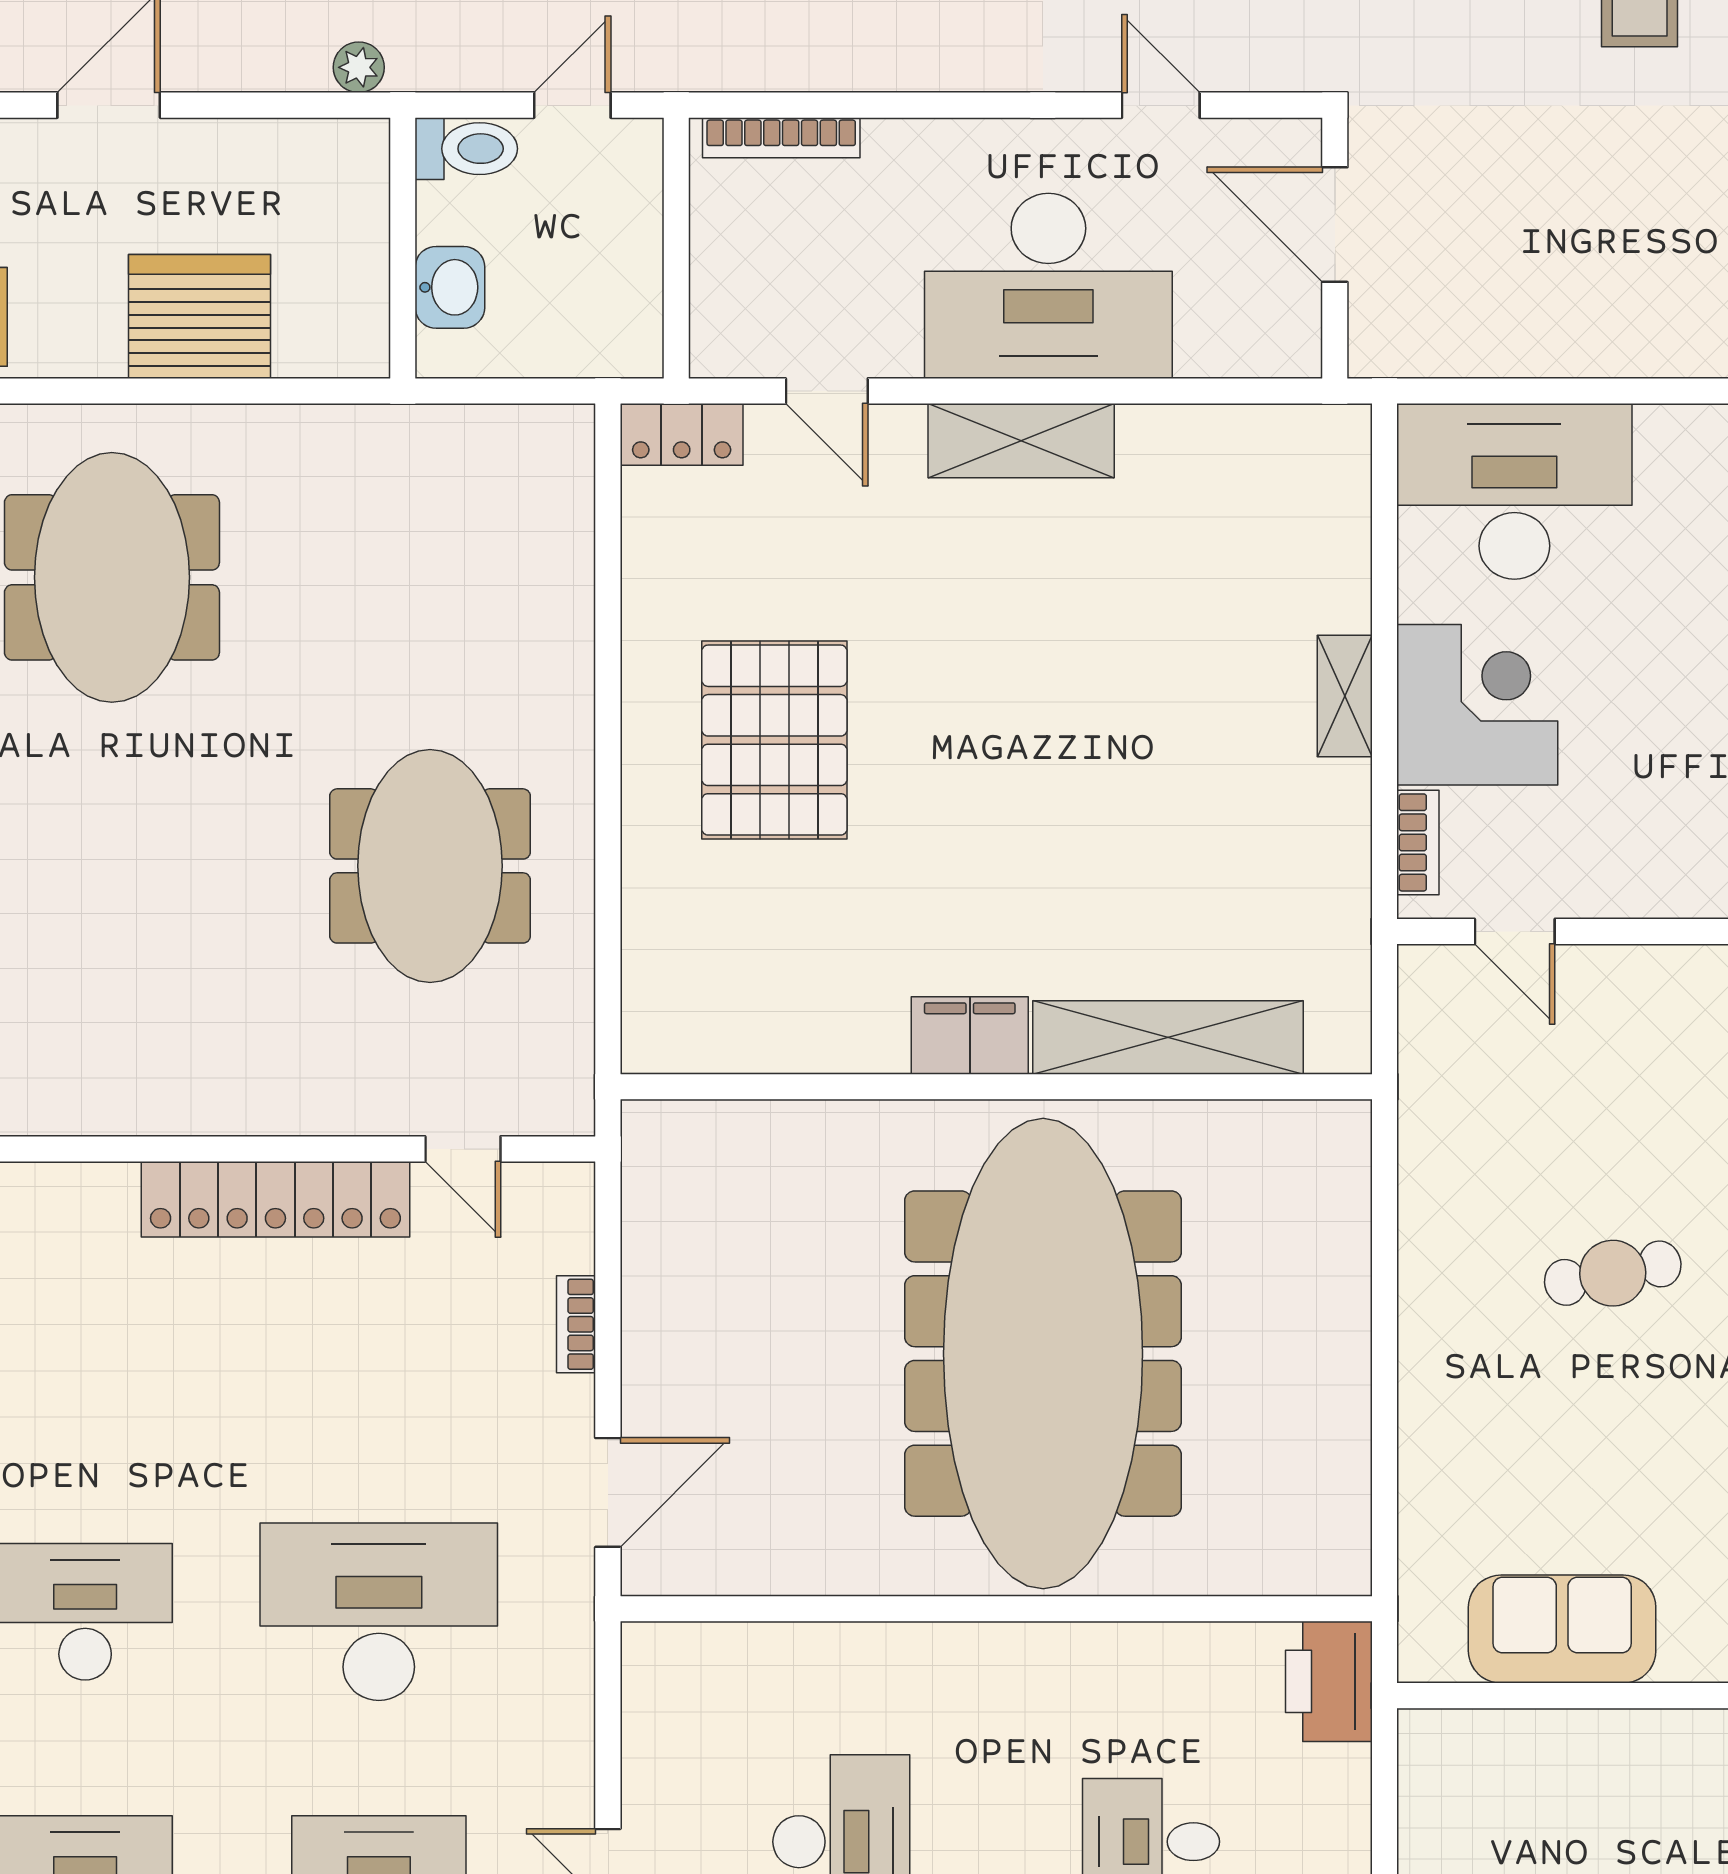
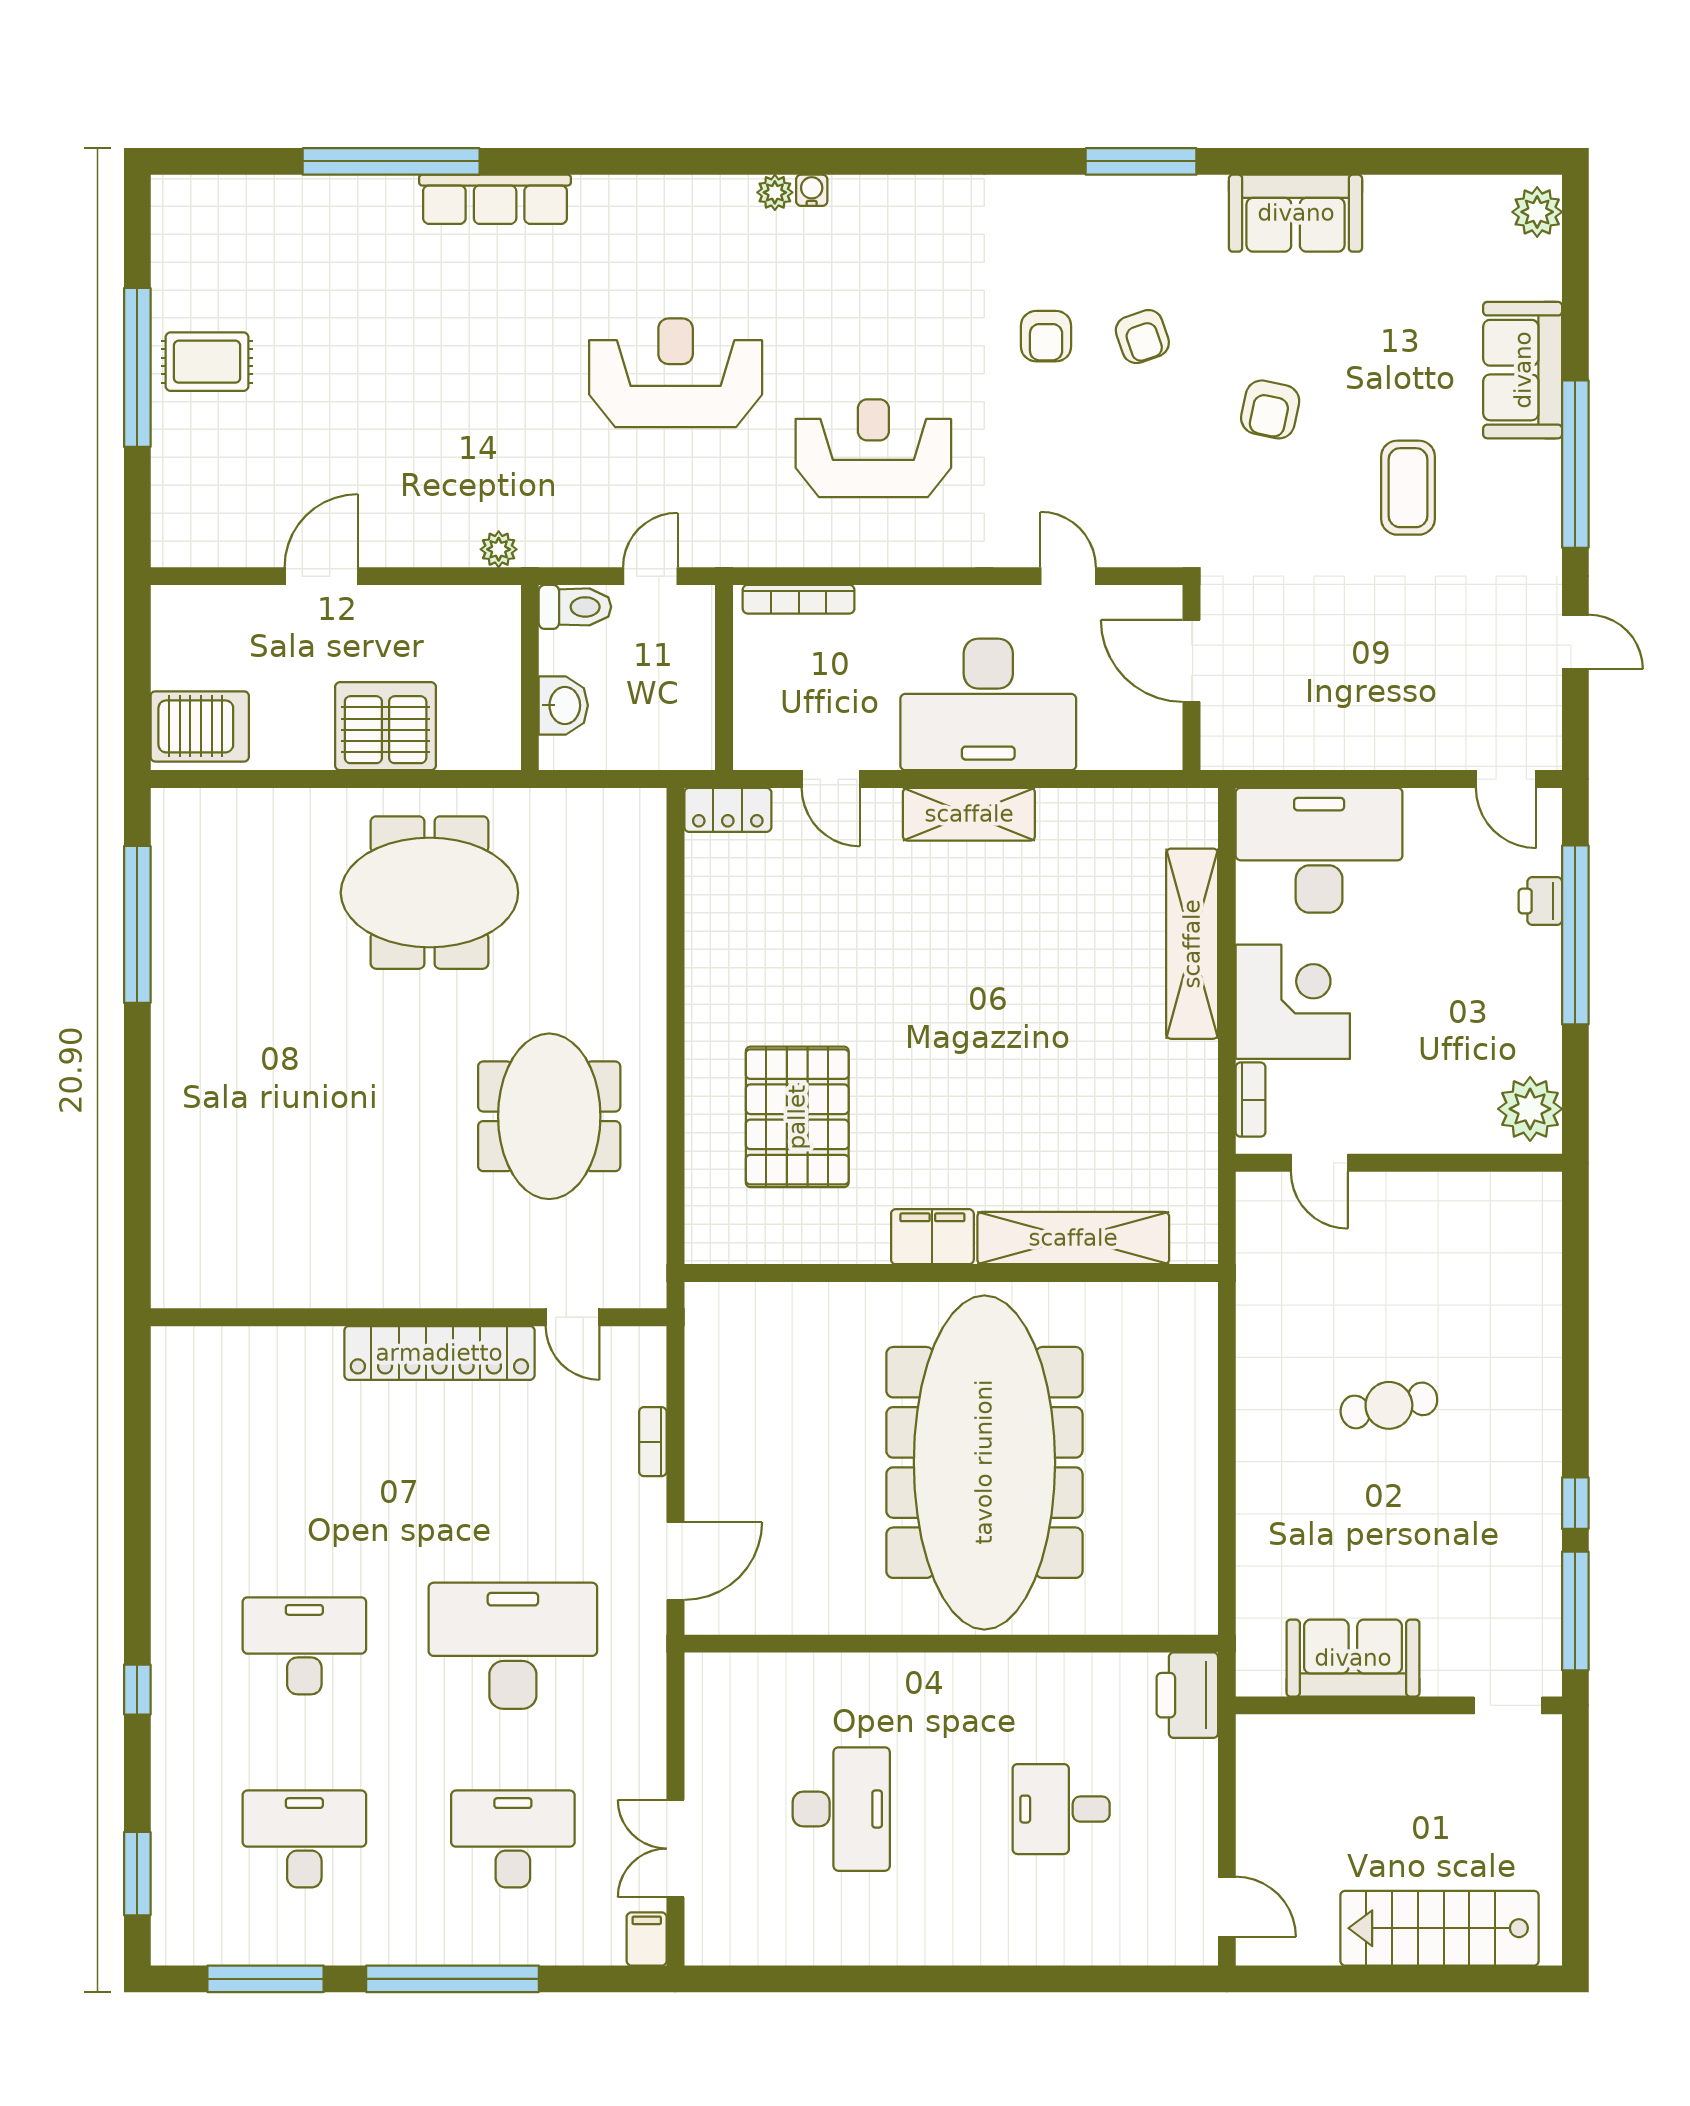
meeting table: (112, 577) -> (429, 893), moved, turned 90
shelving: (1345, 696) -> (1192, 944), width x2.20, depth x1.33
pallet: (774, 740) -> (797, 1117), moved

